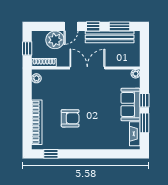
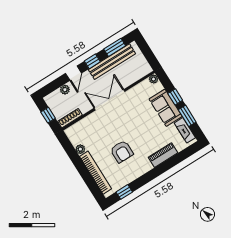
plant: (55, 40) -> (65, 90), width x0.53, depth x0.53
plant: (36, 78) -> (80, 149), moved
armchair: (70, 118) -> (122, 152), turned 90
piano: (103, 143) -> (163, 155), added

